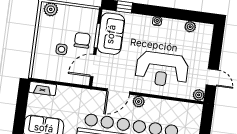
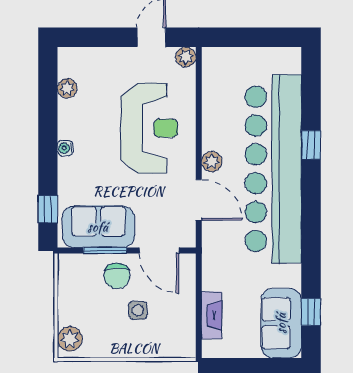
chair: (82, 40) -> (117, 276), turned -90
fireplace: (43, 88) -> (212, 315), moved

